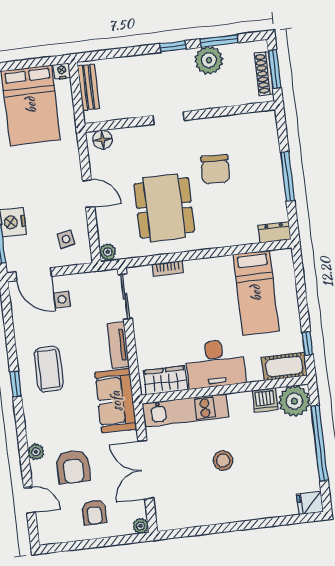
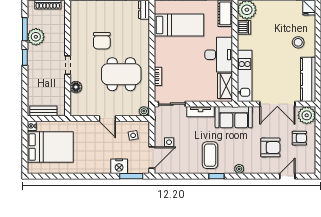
floor lamp: (103, 140) -> (76, 87), moved
chair: (215, 169) -> (102, 41), turned 88
door: (89, 194) -> (107, 119), swing flipped
coffee table: (49, 369) -> (210, 155), turned 90
plant: (36, 452) -> (239, 169), moved
stool: (223, 461) -> (298, 42), moved
kitchen counter: (192, 515) -> (308, 79), added
plant: (141, 526) -> (307, 115), width x1.87, depth x1.87

